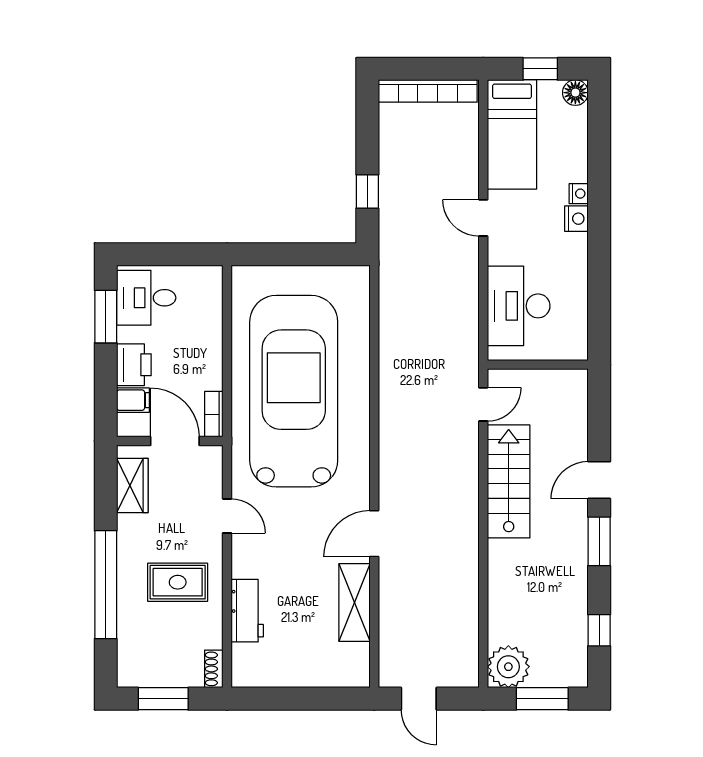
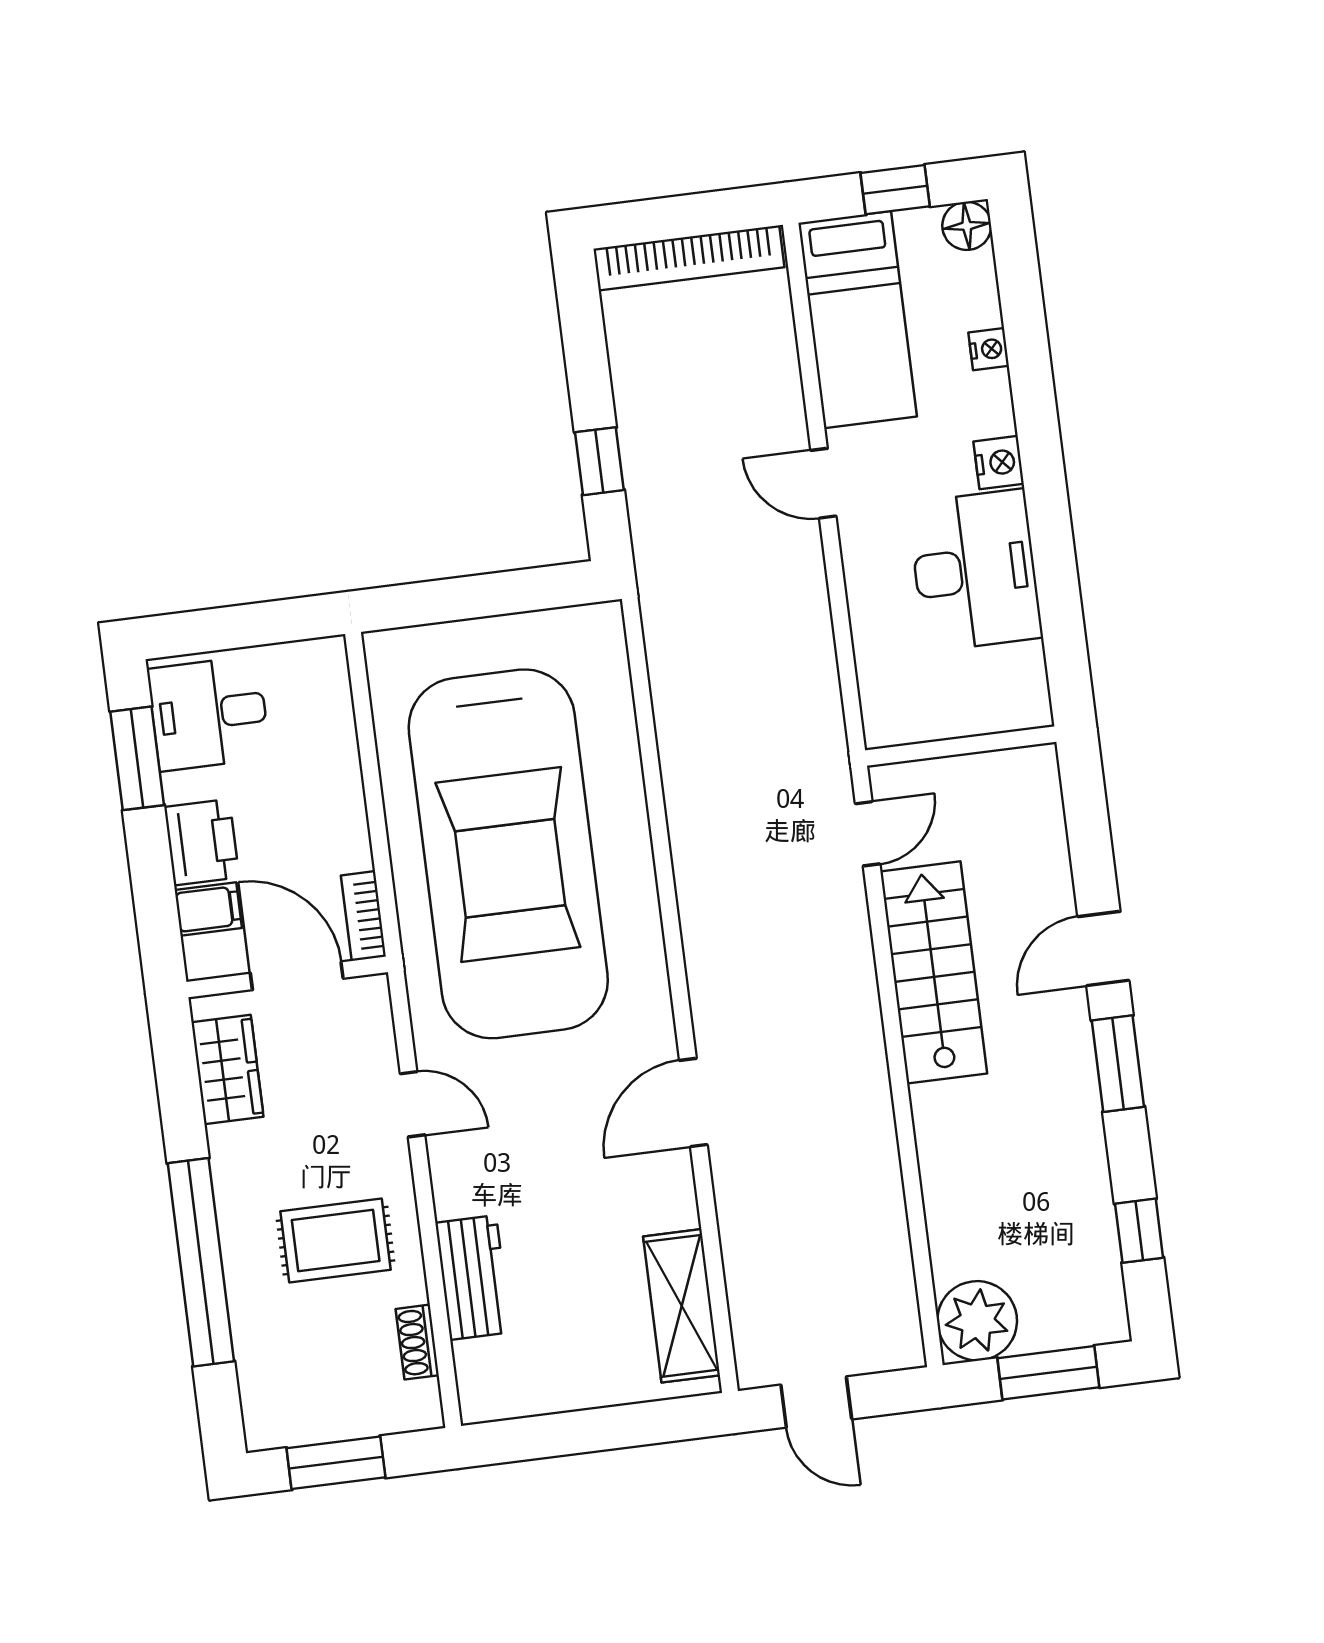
nightstand: (579, 194) -> (989, 349), moved
desk: (519, 306) -> (975, 570), moved, turned 180
car: (294, 391) -> (508, 854), turned 180
shelving: (355, 603) -> (682, 1306), moved
shoe rack: (214, 669) -> (417, 1342), moved

